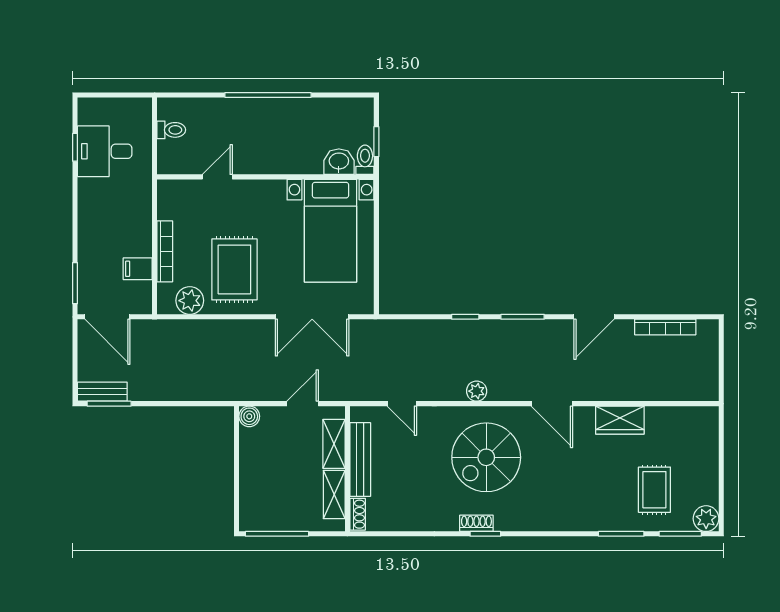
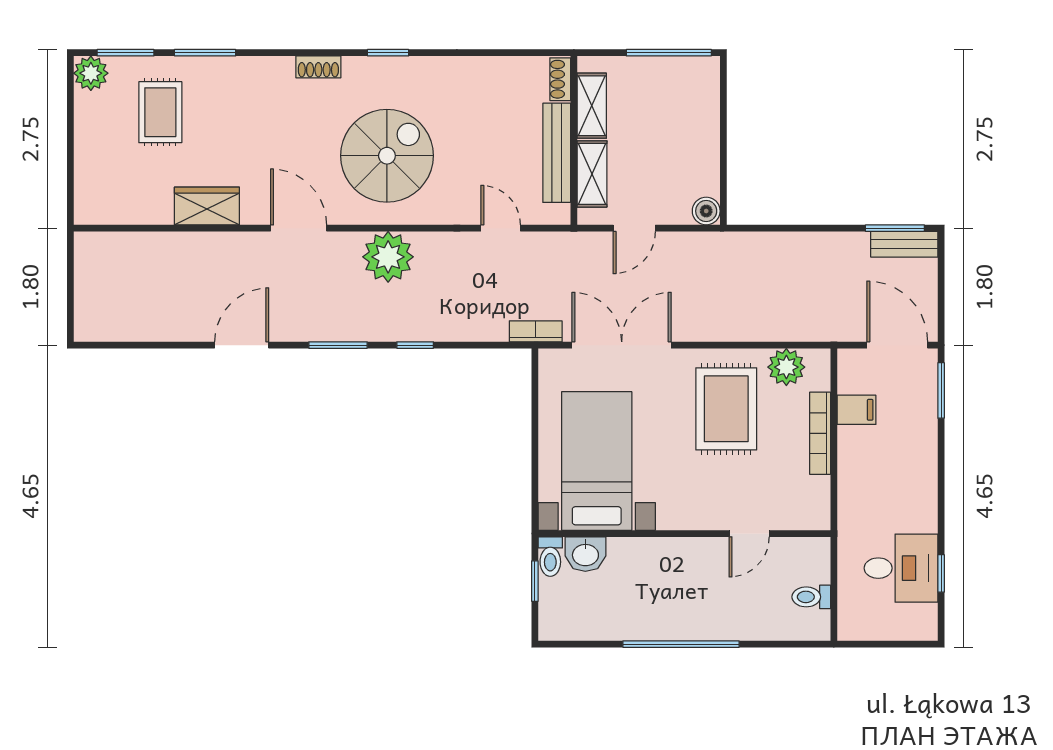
bookcase: (665, 327) -> (536, 331), moved, width x0.64
plant: (477, 391) -> (388, 257), width x1.87, depth x1.87
shoe rack: (476, 523) -> (318, 67), moved

